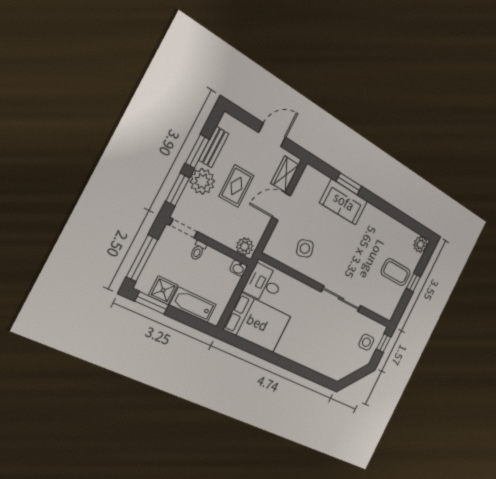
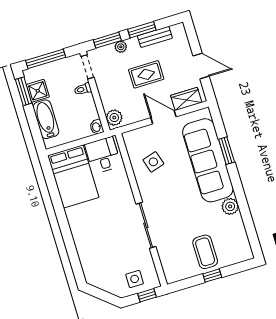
plant: (202, 181) -> (121, 47), width x0.53, depth x0.53
sofa: (344, 202) -> (208, 160), width x1.85, depth x1.27
plant: (421, 244) -> (230, 206), moved

